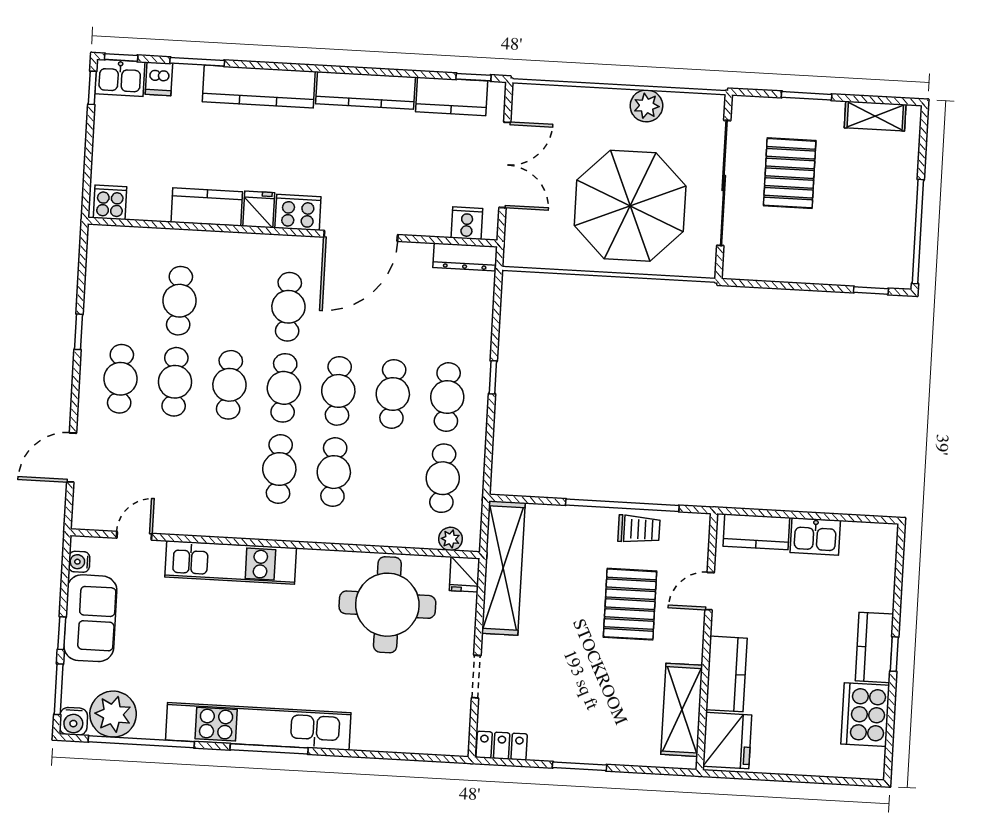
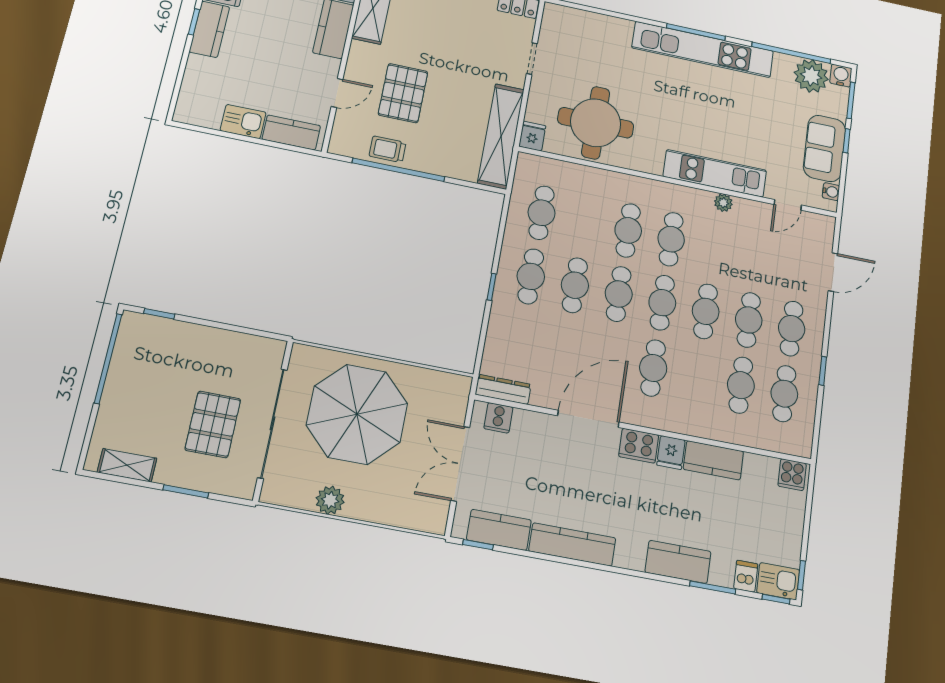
kitchen counter: (259, 87) -> (678, 562), width x0.67
cafe table: (125, 298) -> (784, 394), added
plant: (450, 539) -> (723, 203), moved

